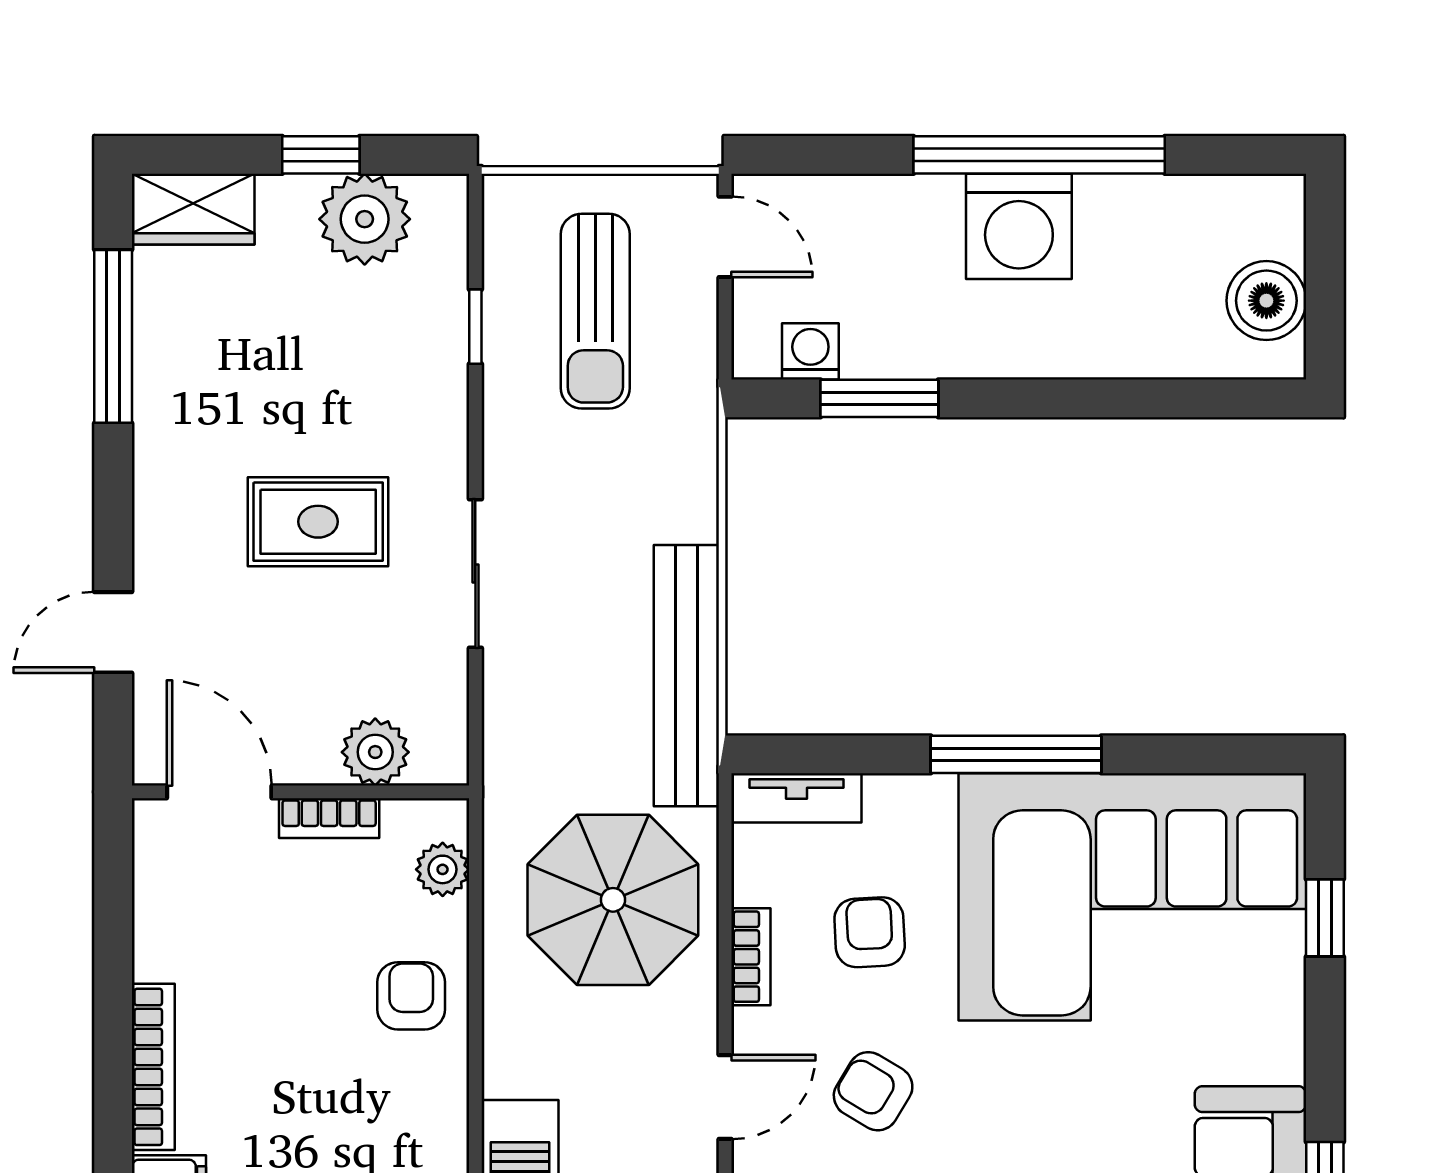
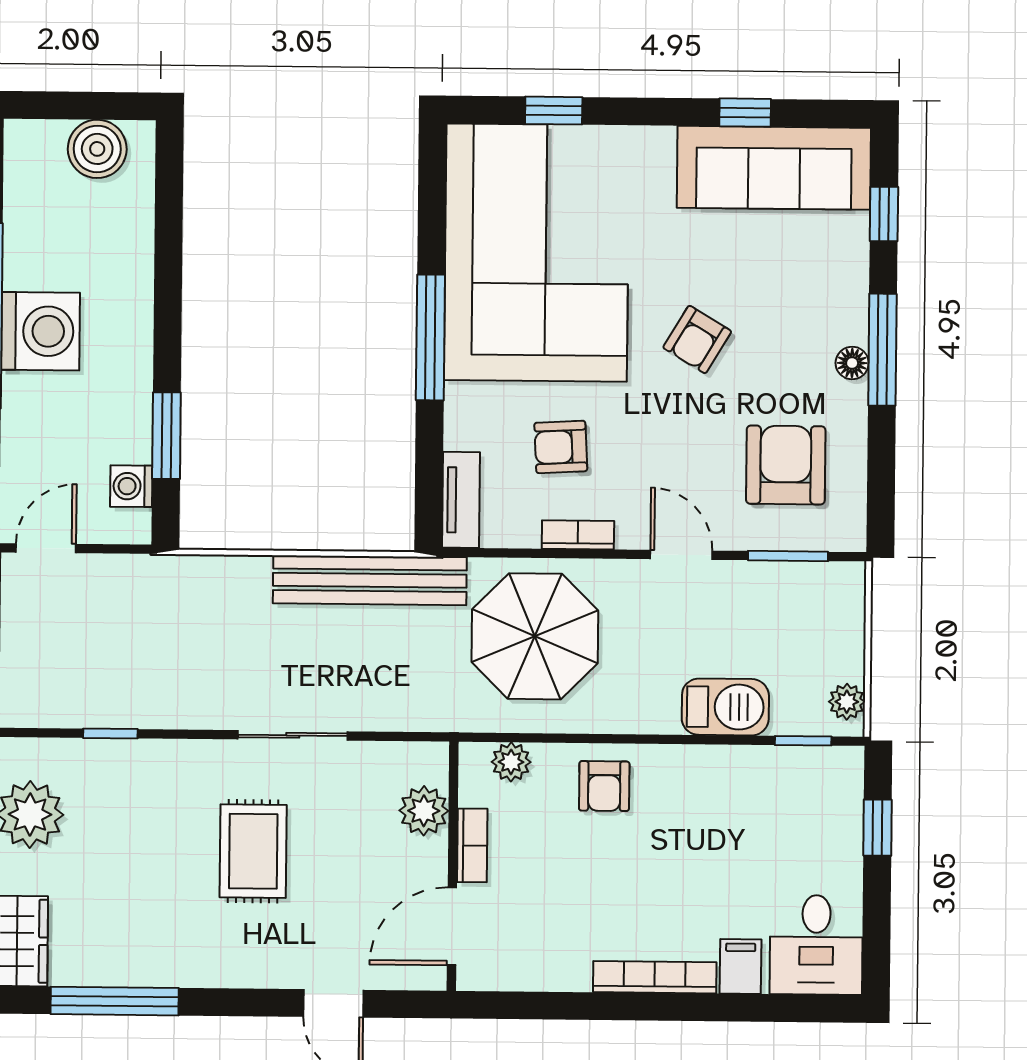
sun lounger: (595, 311) -> (100, 645), removed
armchair: (411, 996) -> (604, 786), turned -90
armchair: (873, 1091) -> (697, 339), moved

